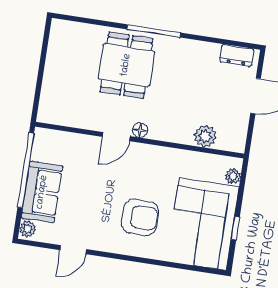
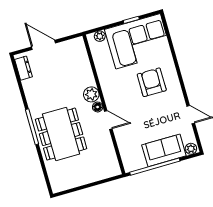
dining table: (126, 65) -> (61, 134), width x1.38
plant: (205, 136) -> (91, 94), moved

